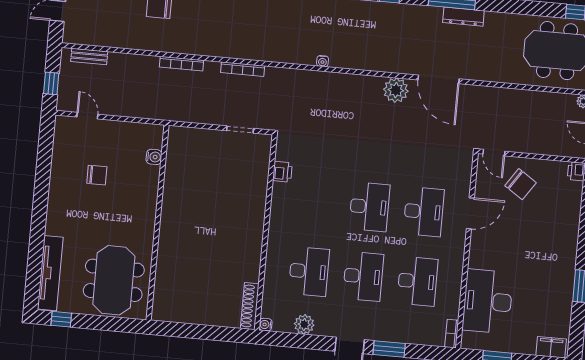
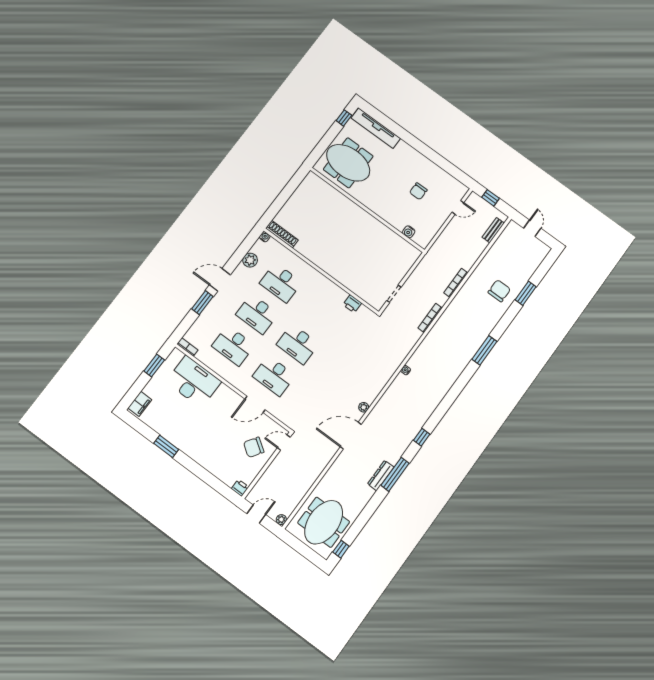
plant: (396, 90) -> (364, 407), width x0.53, depth x0.53
door: (470, 213) -> (255, 404), hinge flipped

